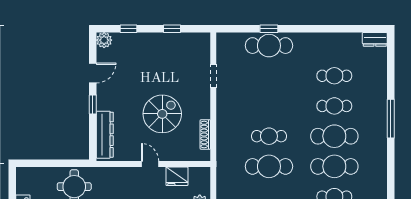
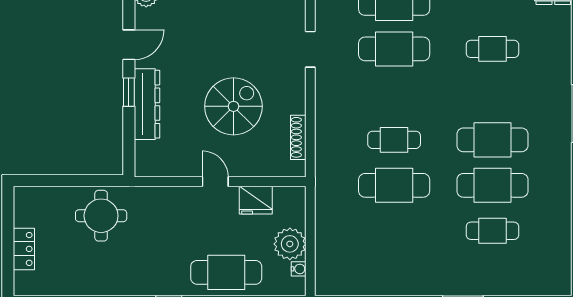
cafe table: (334, 106) -> (394, 49), moved, width x1.37, depth x1.35
dresser: (105, 135) -> (147, 104), moved

